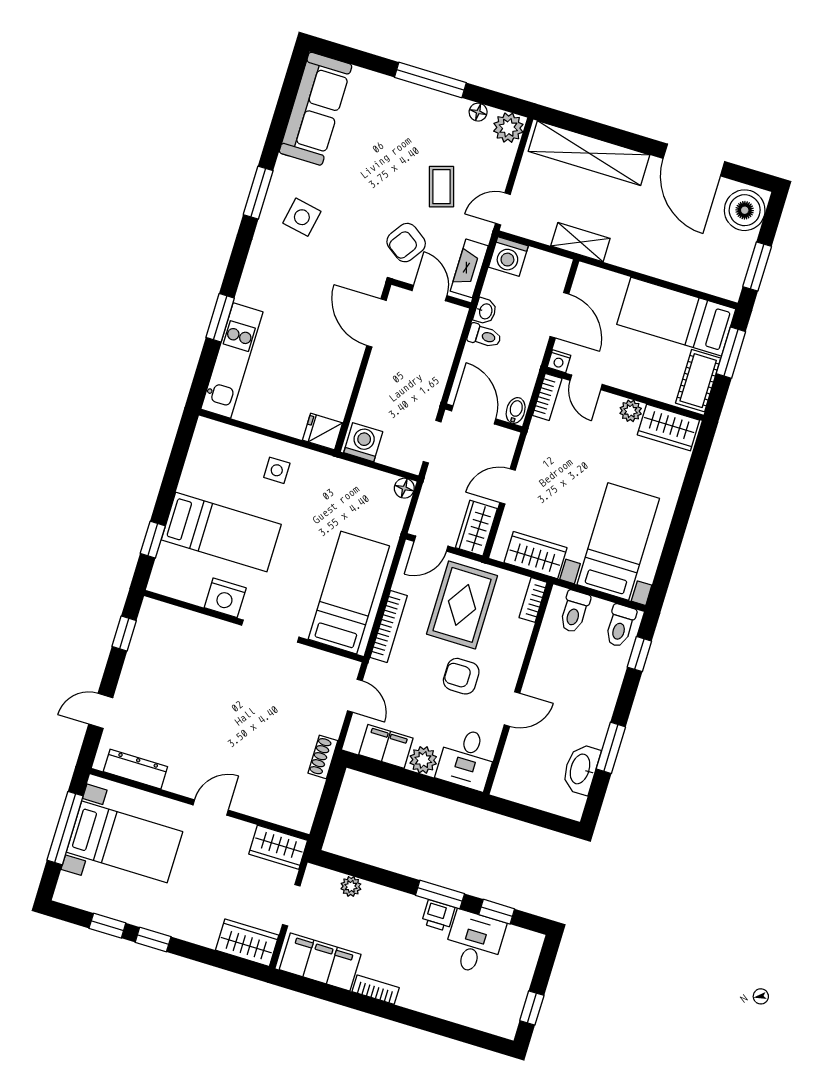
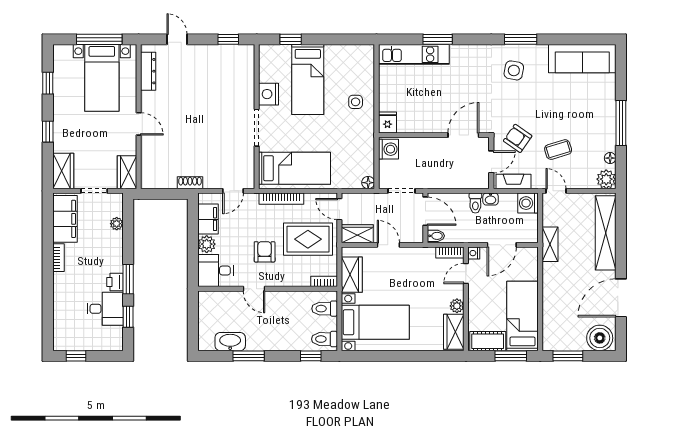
door: (474, 415) -> (425, 211), hinge flipped
window: (153, 940) -> (48, 132), moved

